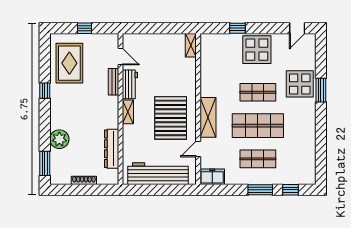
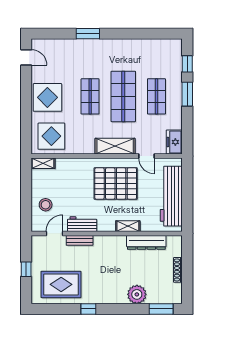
window: (237, 28) -> (26, 117), removed
stool: (149, 48) -> (46, 205), added
display table: (300, 84) -> (51, 136), moved
shelving: (128, 112) -> (128, 226), moved

